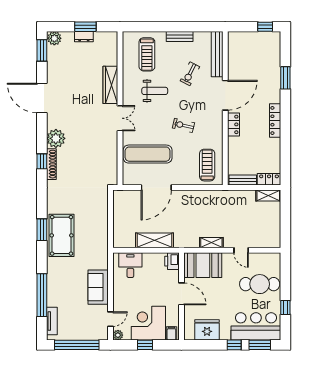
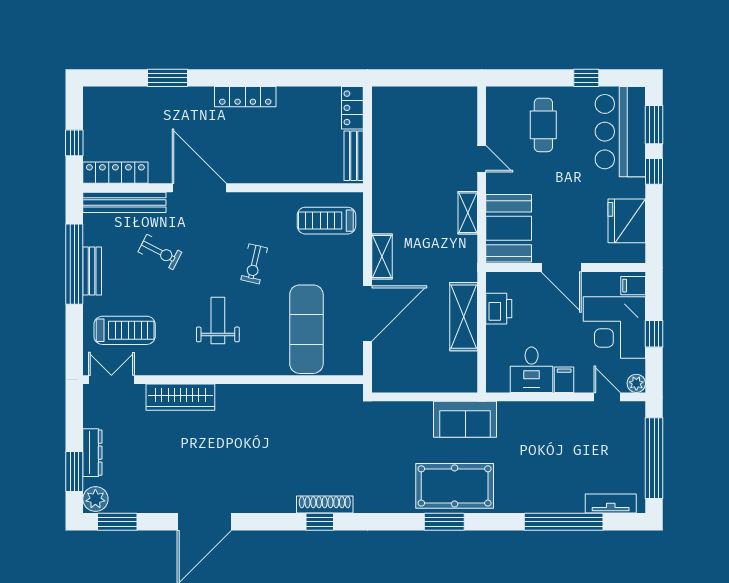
window: (85, 27) -> (74, 472), moved
window: (183, 27) -> (74, 264), added
window: (265, 27) -> (74, 143), moved
dresser: (84, 37) -> (92, 453), width x1.44
weight bench: (155, 91) -> (218, 320), moved
double door: (120, 118) -> (111, 380), moved
locker: (233, 124) -> (115, 173), moved, width x1.53
plant: (56, 138) -> (278, 496), removed
door: (156, 188) -> (367, 313), hinge flipped
shelving: (268, 196) -> (382, 257), moved
door: (241, 250) -> (482, 159), hinge flipped
printer: (172, 261) -> (499, 309), moved, turned -90
desk: (130, 265) -> (532, 370), moved, turned -90
cafe table: (260, 284) -> (543, 125), width x0.73, depth x0.74
sofa: (98, 287) -> (465, 419), moved
door: (181, 294) -> (561, 268), swing flipped
filing cabinet: (120, 295) -> (564, 380), added

